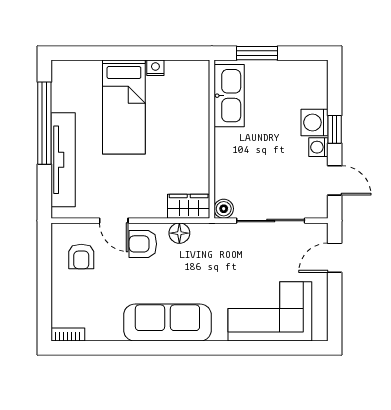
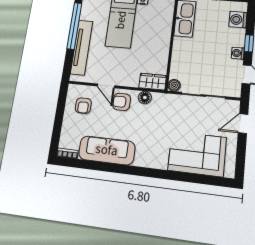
washing machine: (315, 122) -> (238, 20), moved
sofa: (167, 323) -> (107, 150), moved

